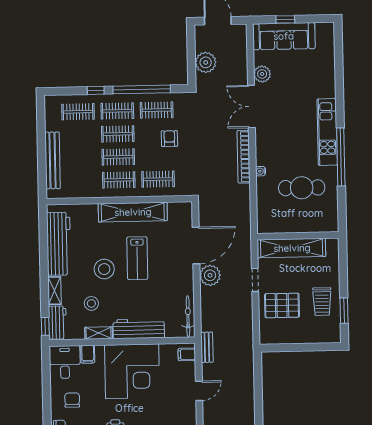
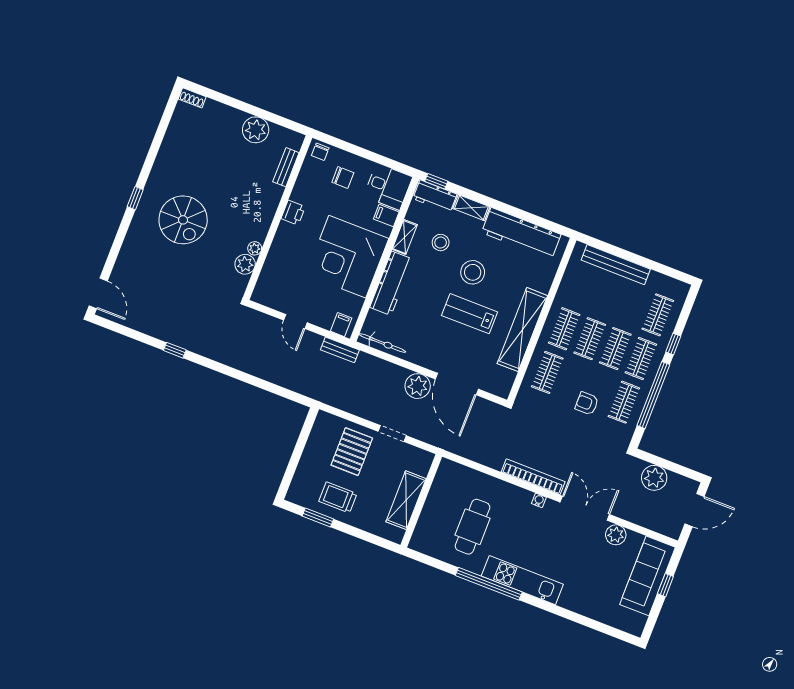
armchair: (169, 139) -> (587, 403), turned 180
water cooler: (261, 171) -> (539, 500), moved
shelving: (292, 248) -> (406, 500), width x0.68

